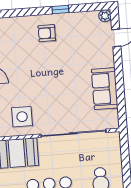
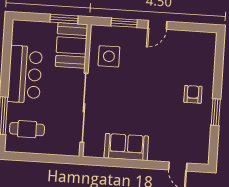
window: (60, 9) -> (216, 112), width x1.50
plant: (105, 16) -> (203, 158), removed

